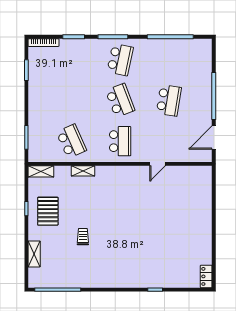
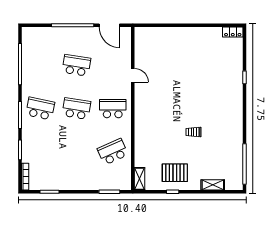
school desk: (120, 100) -> (76, 109), turned 30
shelving: (83, 171) -> (139, 142), removed
trolley: (83, 237) -> (194, 132), moved

